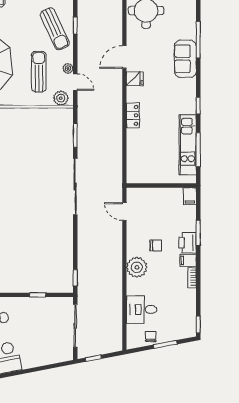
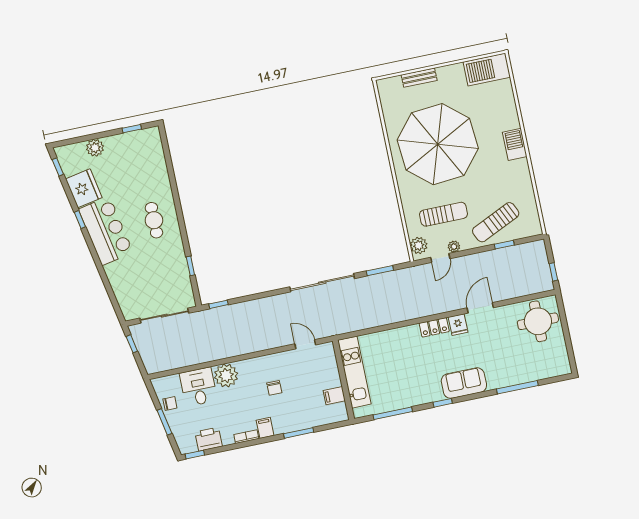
door: (124, 57) -> (480, 308), hinge flipped
sofa: (185, 59) -> (464, 383), moved
locker: (133, 115) -> (434, 327), moved
kitchen unit: (188, 145) -> (354, 372), moved, turned 90
filing cabinet: (190, 196) -> (334, 396), moved
door: (124, 211) -> (305, 344), hinge flipped
printer: (188, 243) -> (209, 439), moved
plant: (137, 267) -> (226, 375), moved

